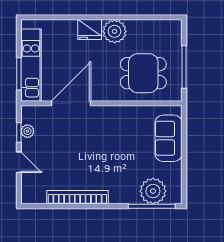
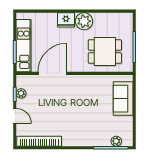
plant: (153, 191) -> (116, 141), width x0.53, depth x0.53
bookcase: (77, 197) -> (39, 141), moved

